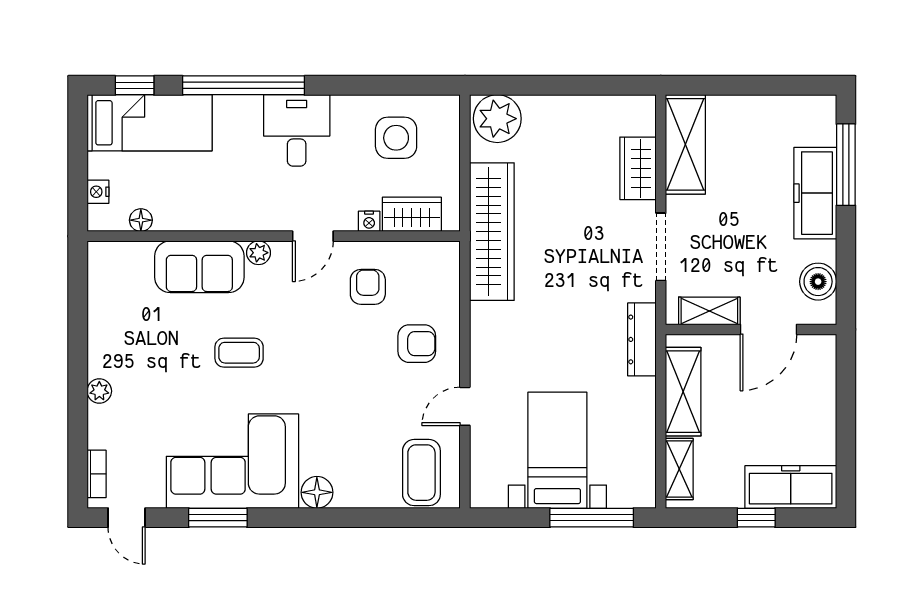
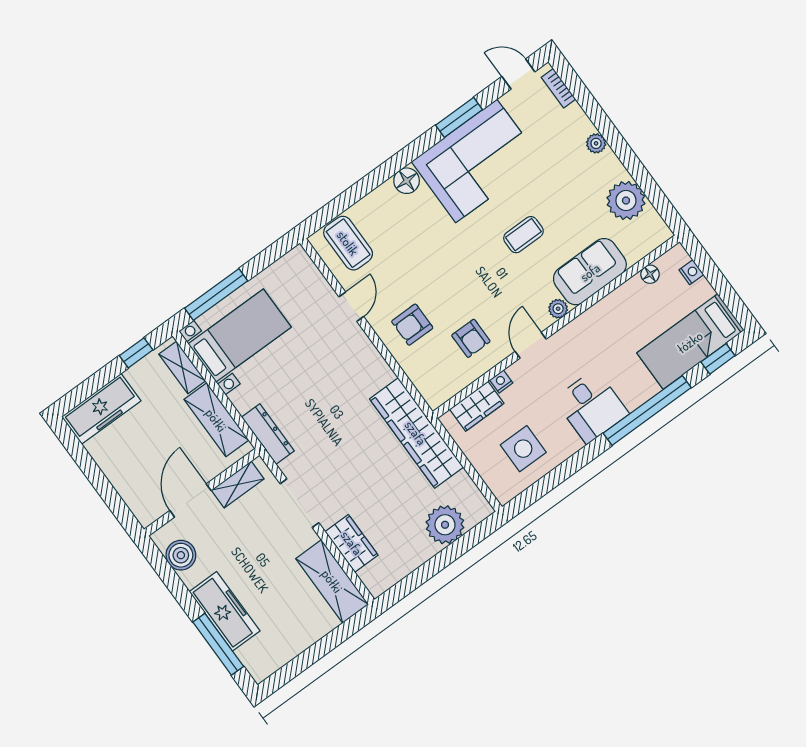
plant: (497, 119) -> (445, 525), moved
plant: (111, 312) -> (626, 201), added
bed with nightstands: (557, 450) -> (240, 335), moved, turned -90
window: (756, 518) -> (136, 353), moved

